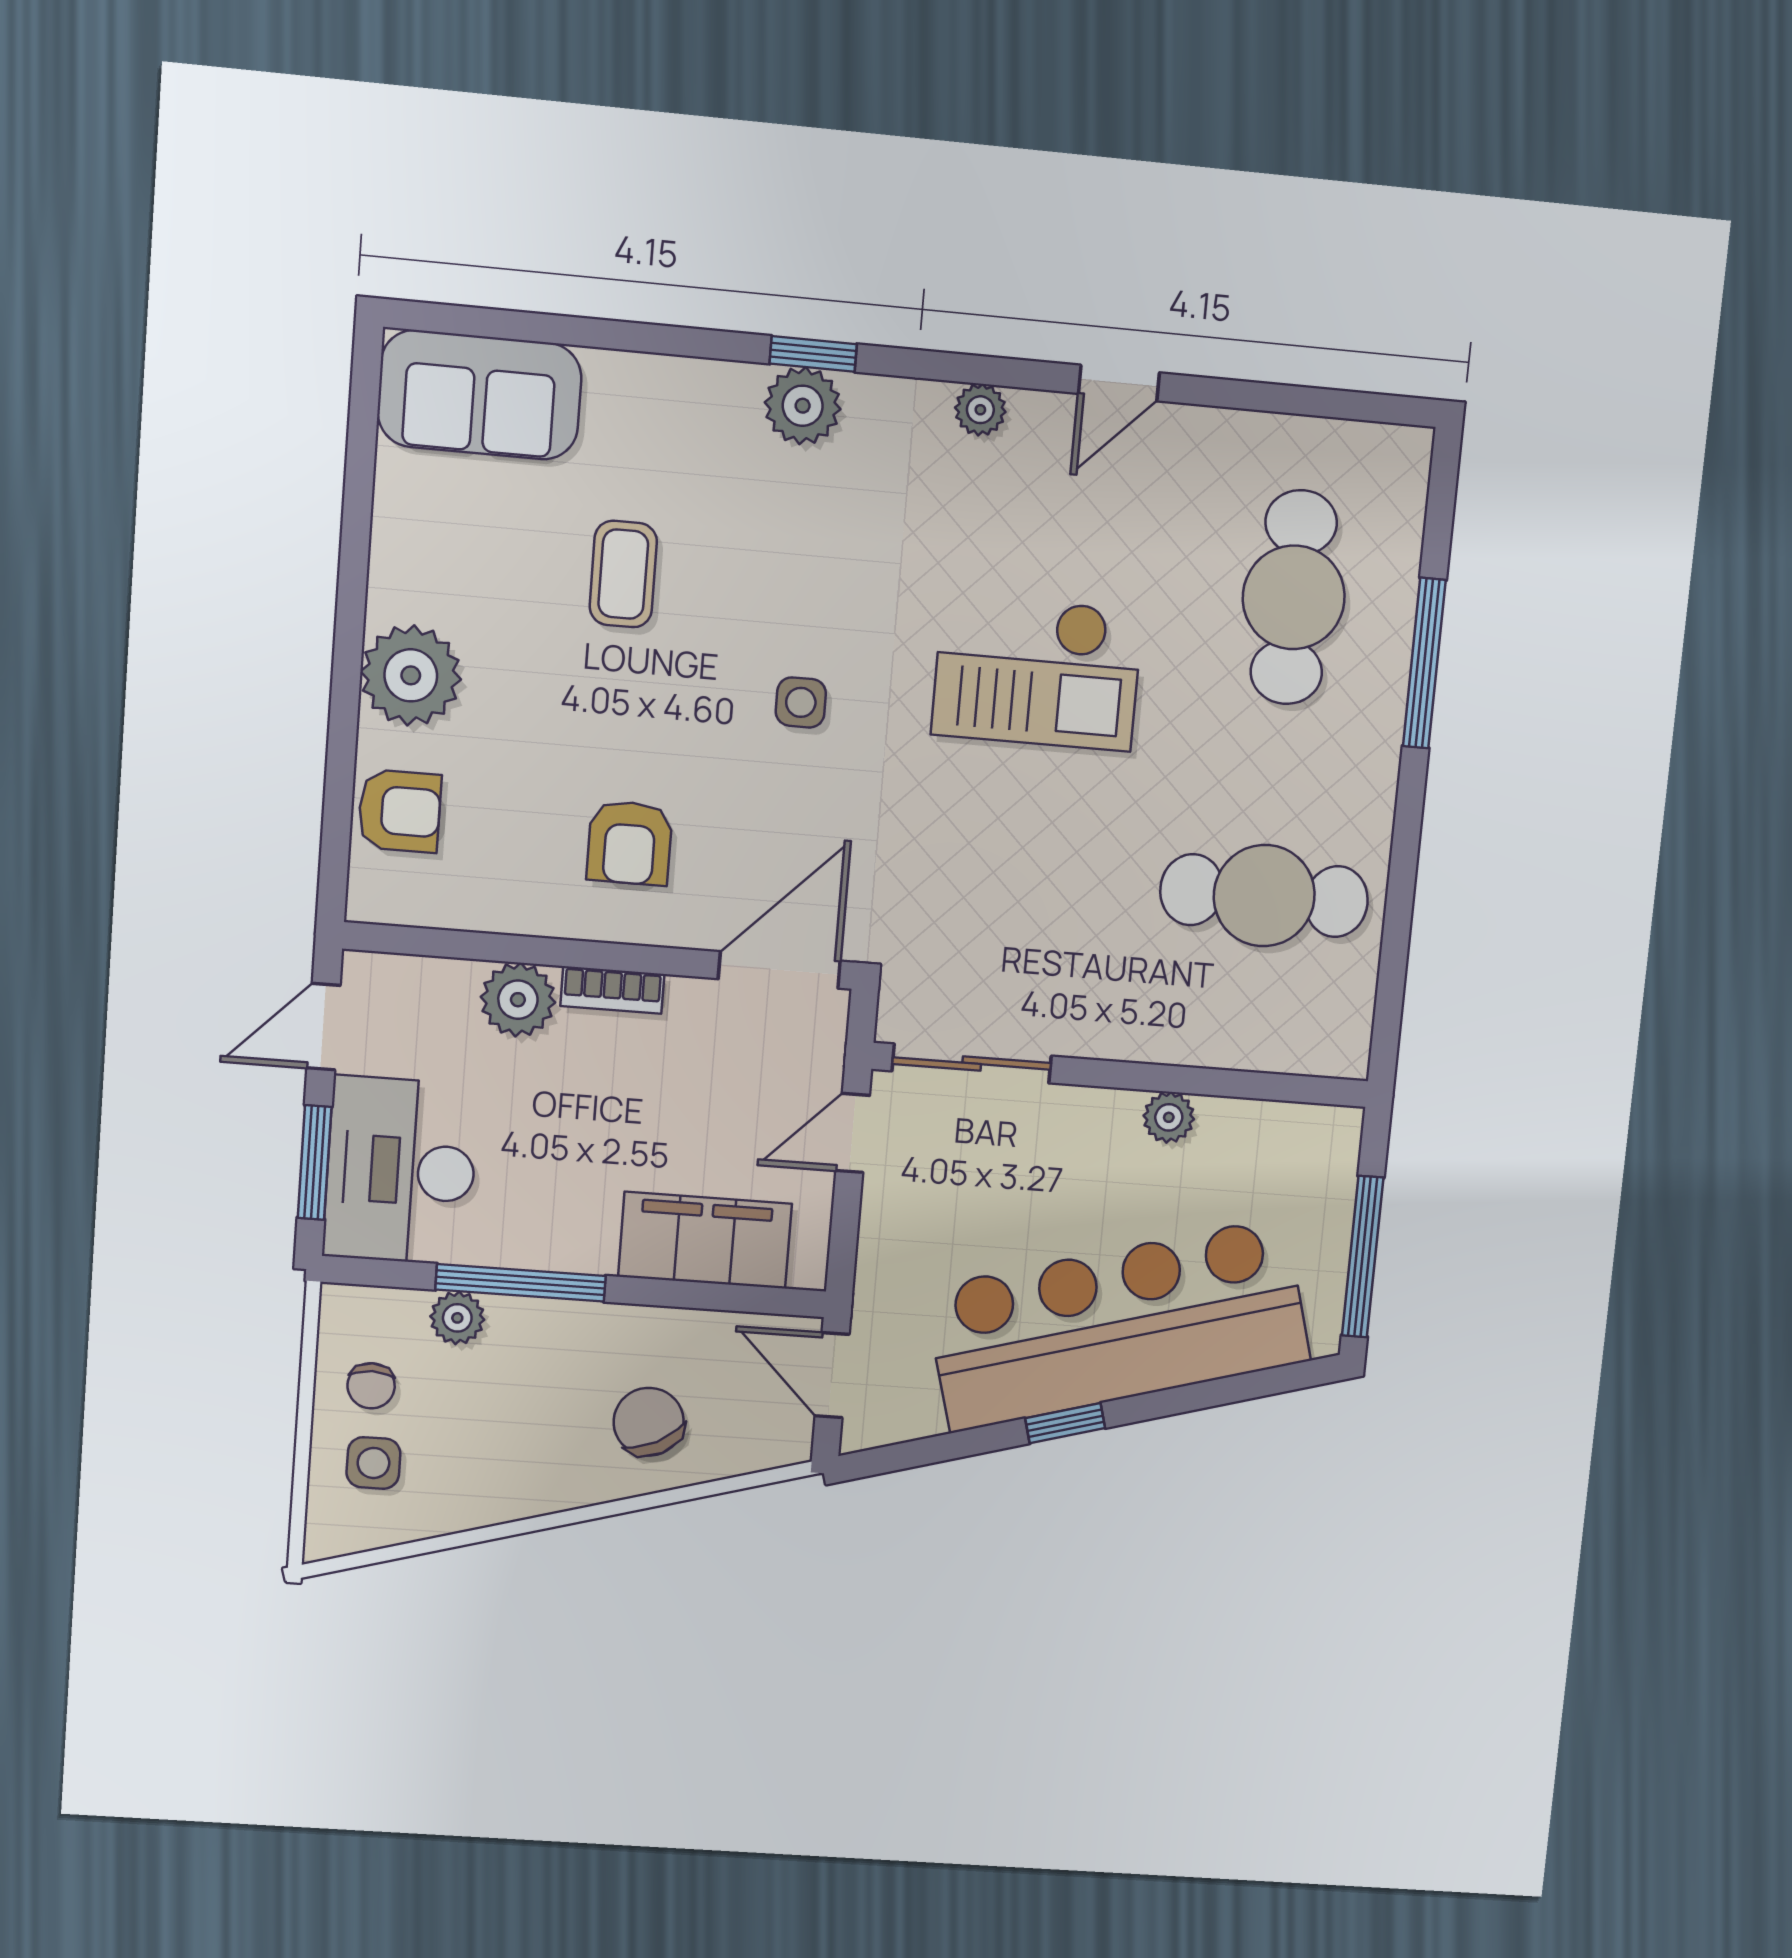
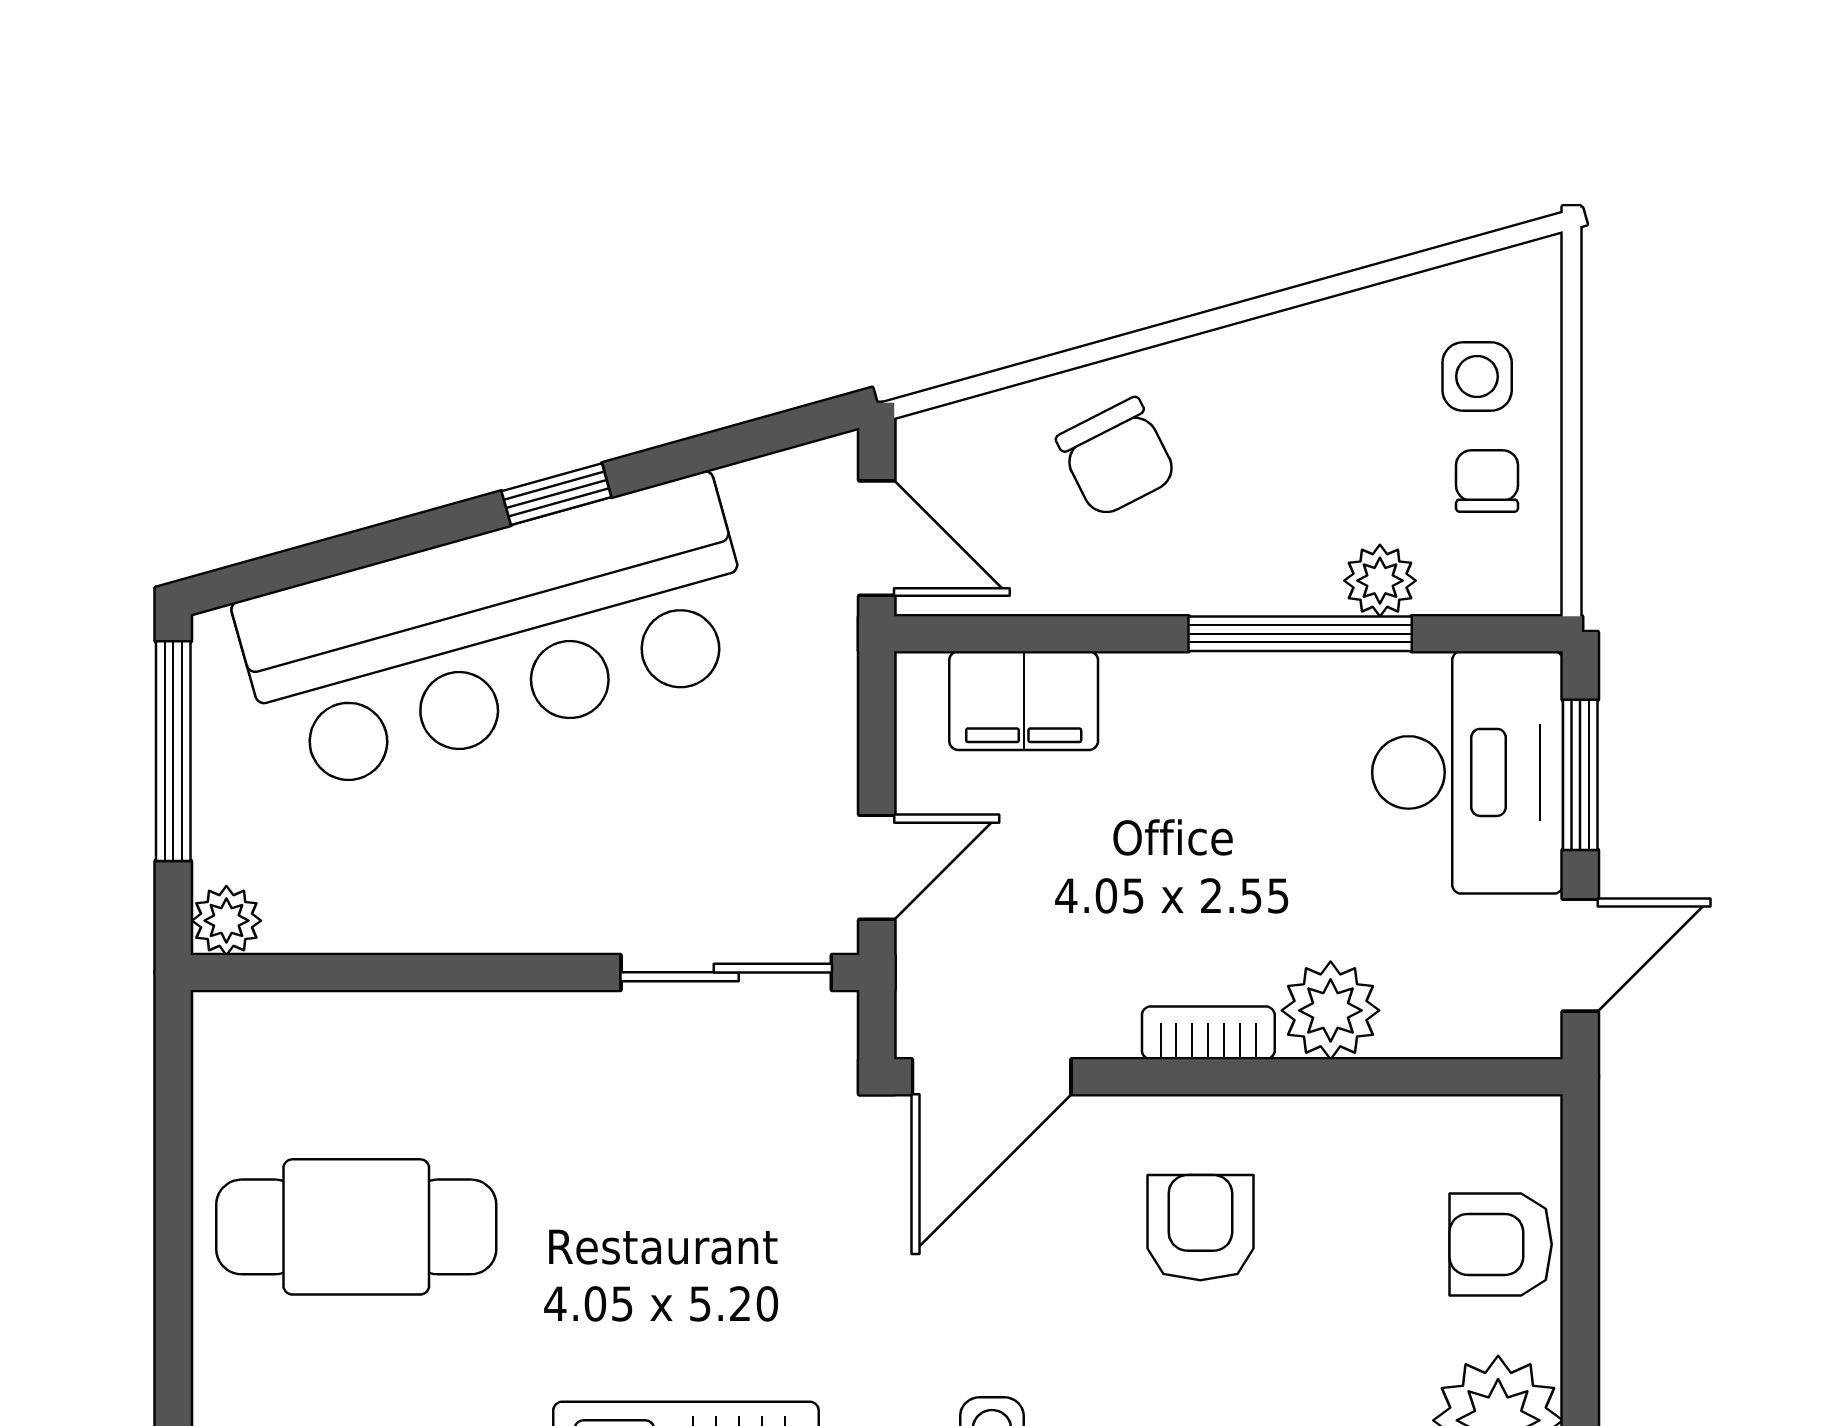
plant: (1169, 1117) -> (226, 921), moved
filing cabinet: (705, 1240) -> (1024, 701), width x0.67, depth x0.86

